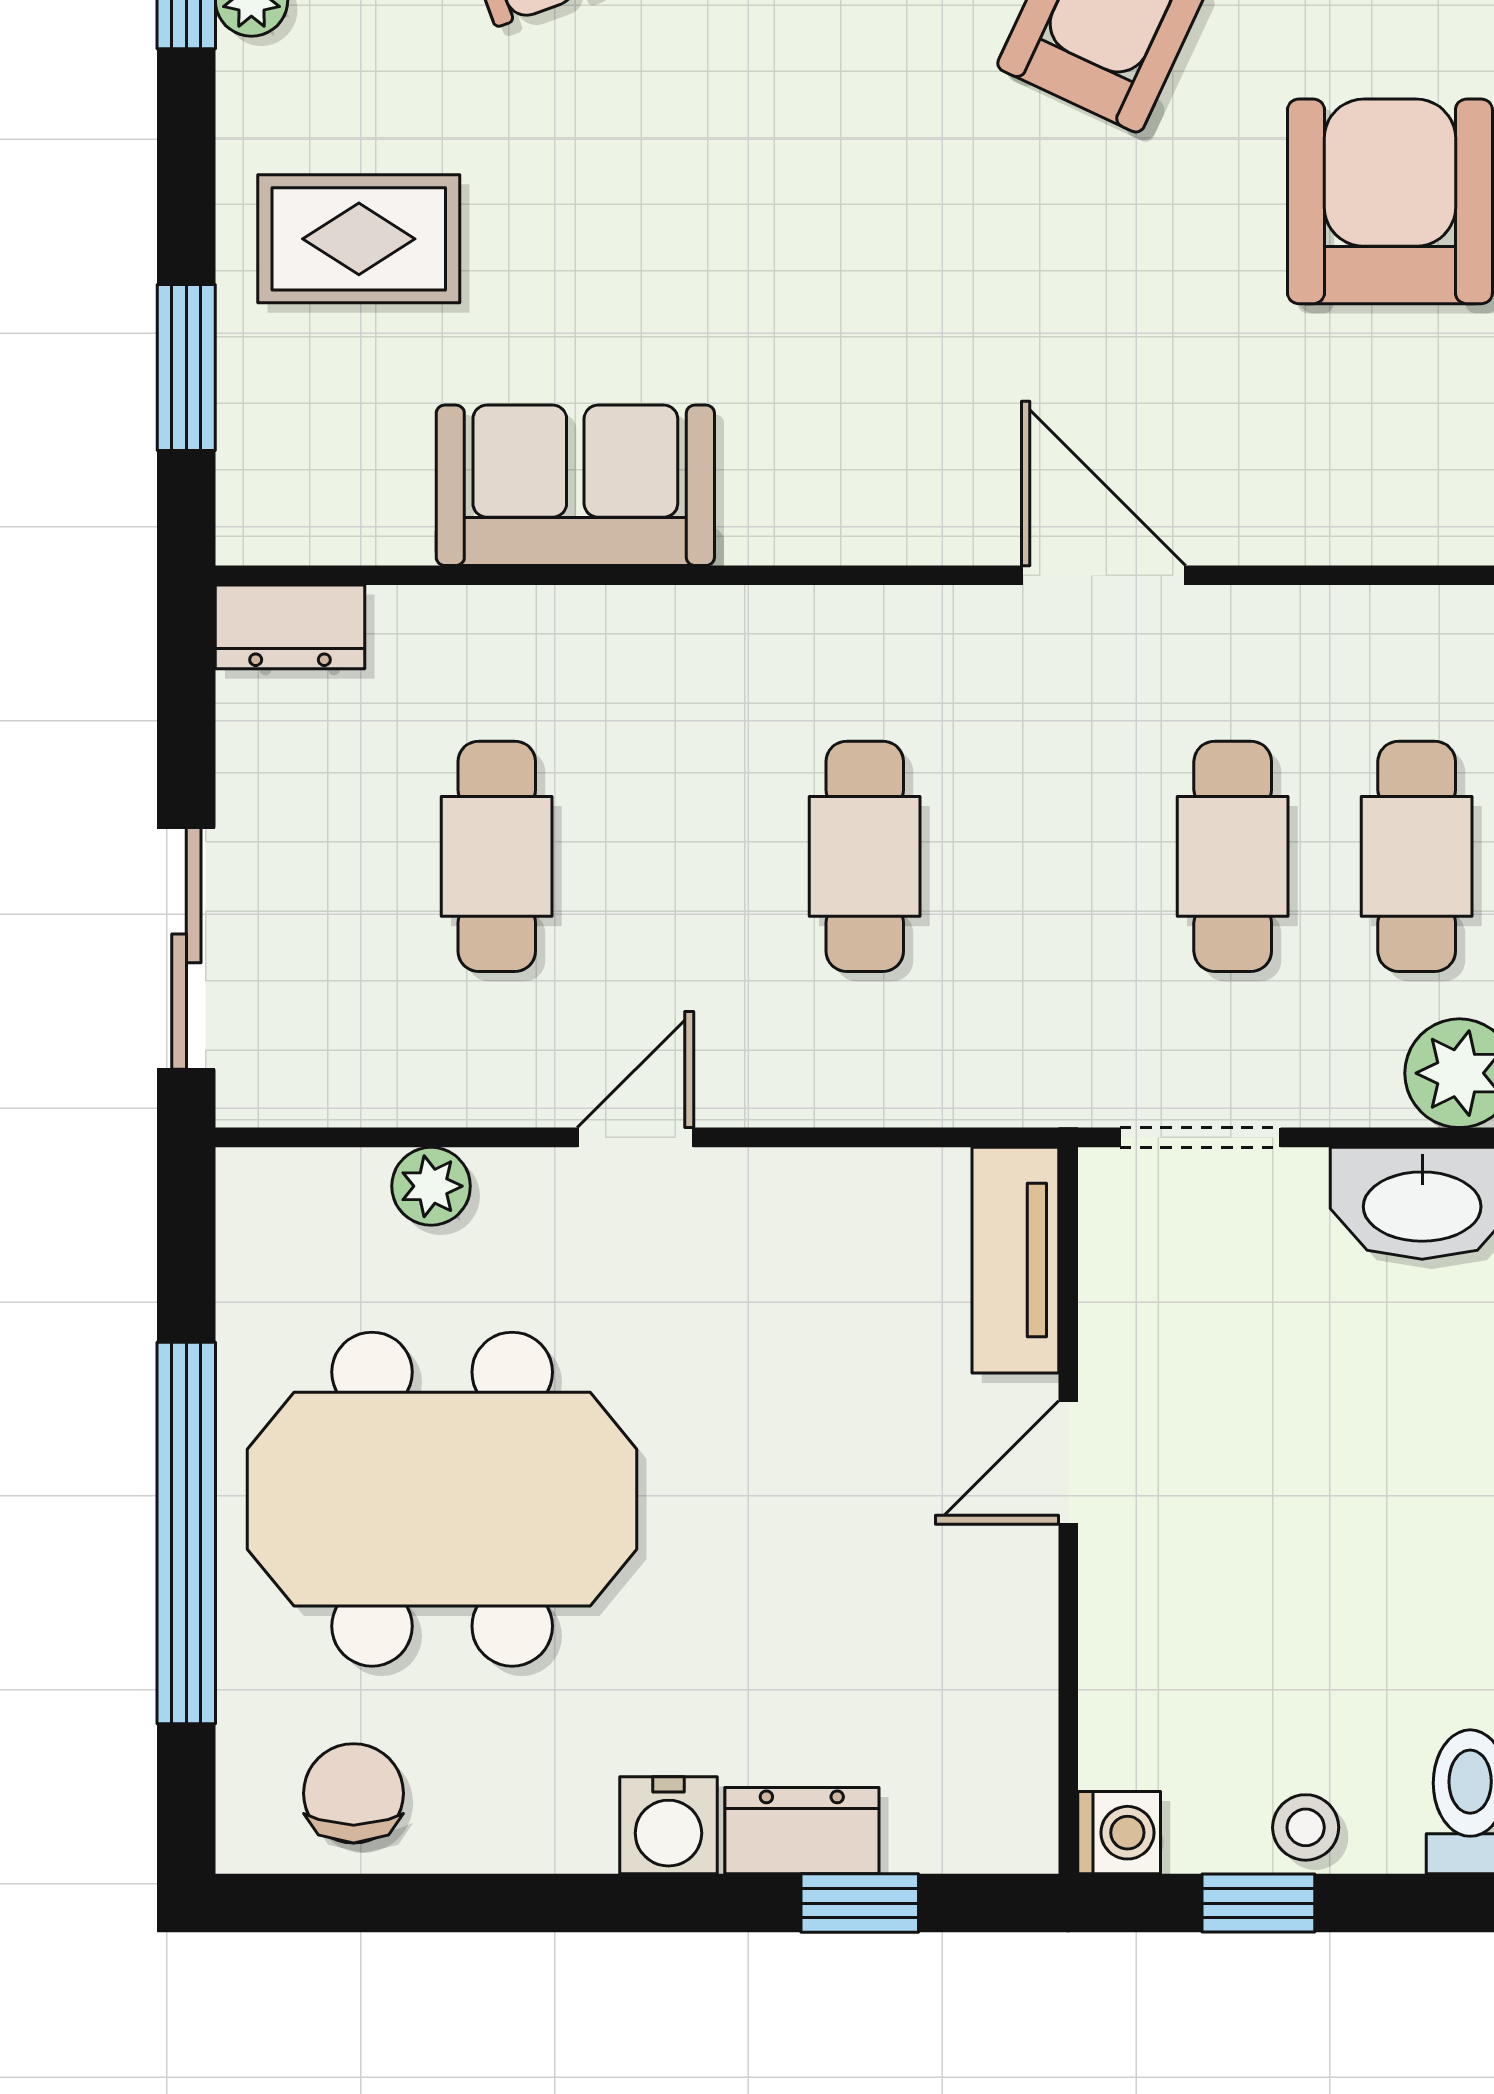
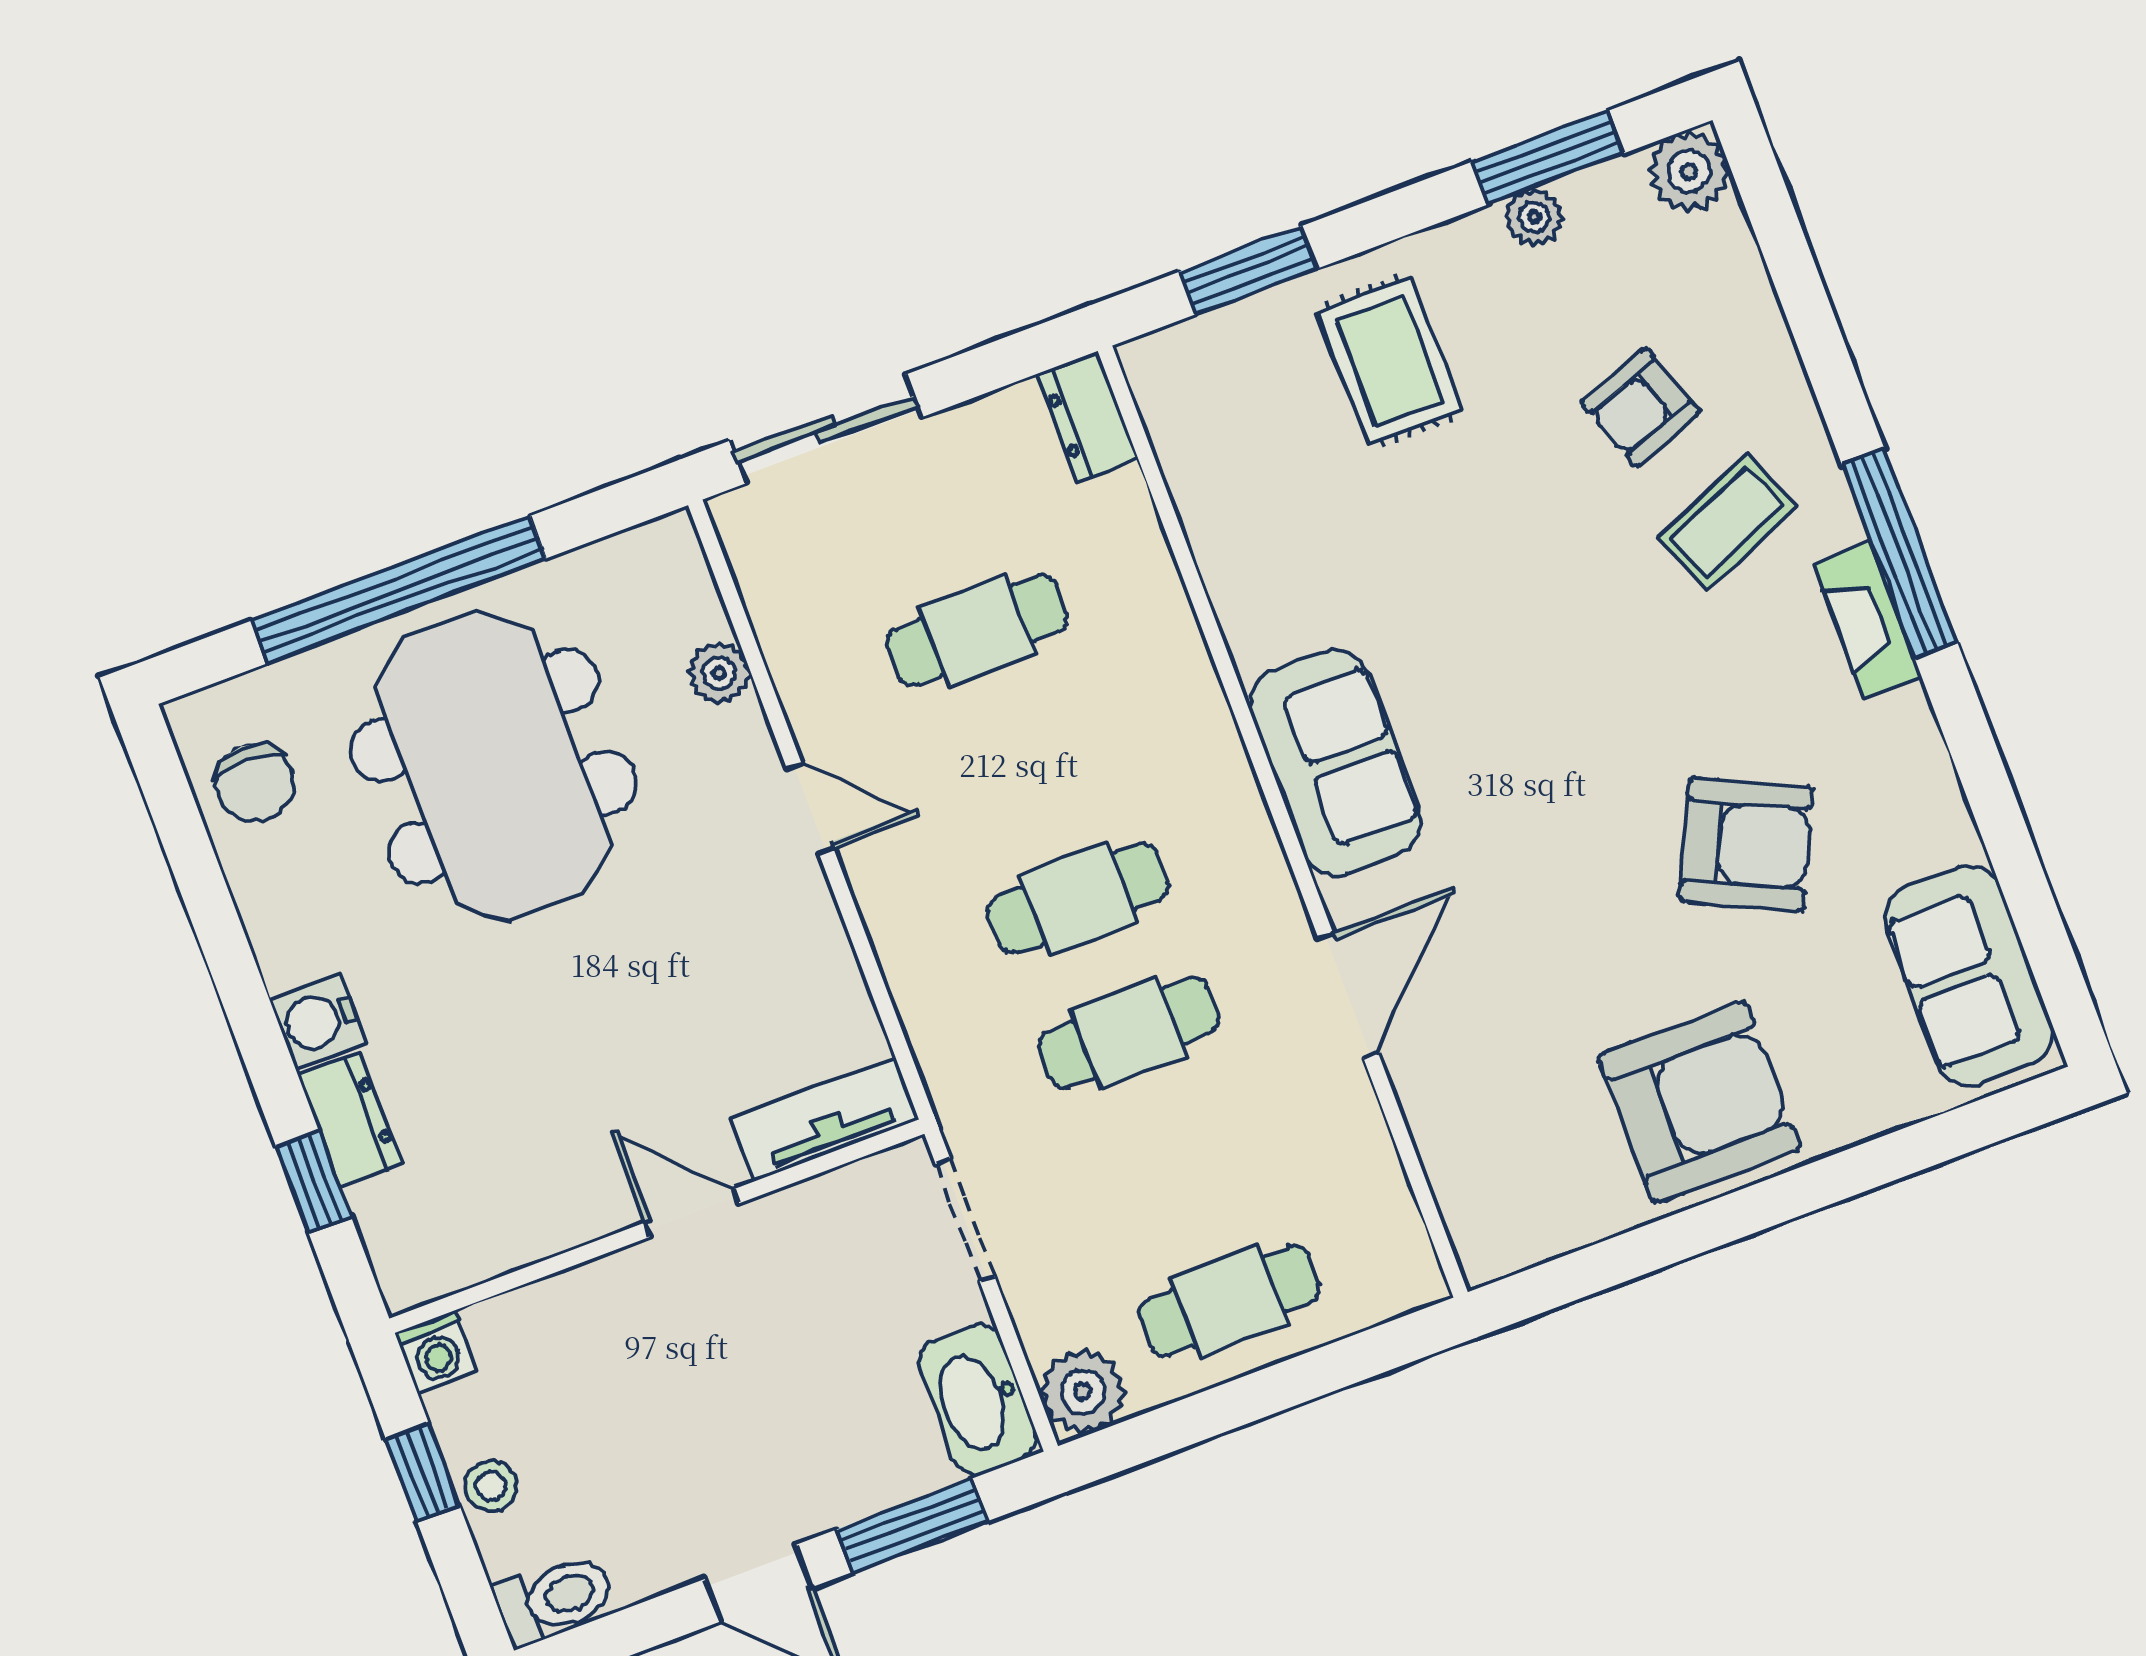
sofa: (575, 485) -> (1336, 763), moved
cafe table: (1233, 856) -> (1128, 1033), moved
chair: (354, 1793) -> (255, 783), turned 90

